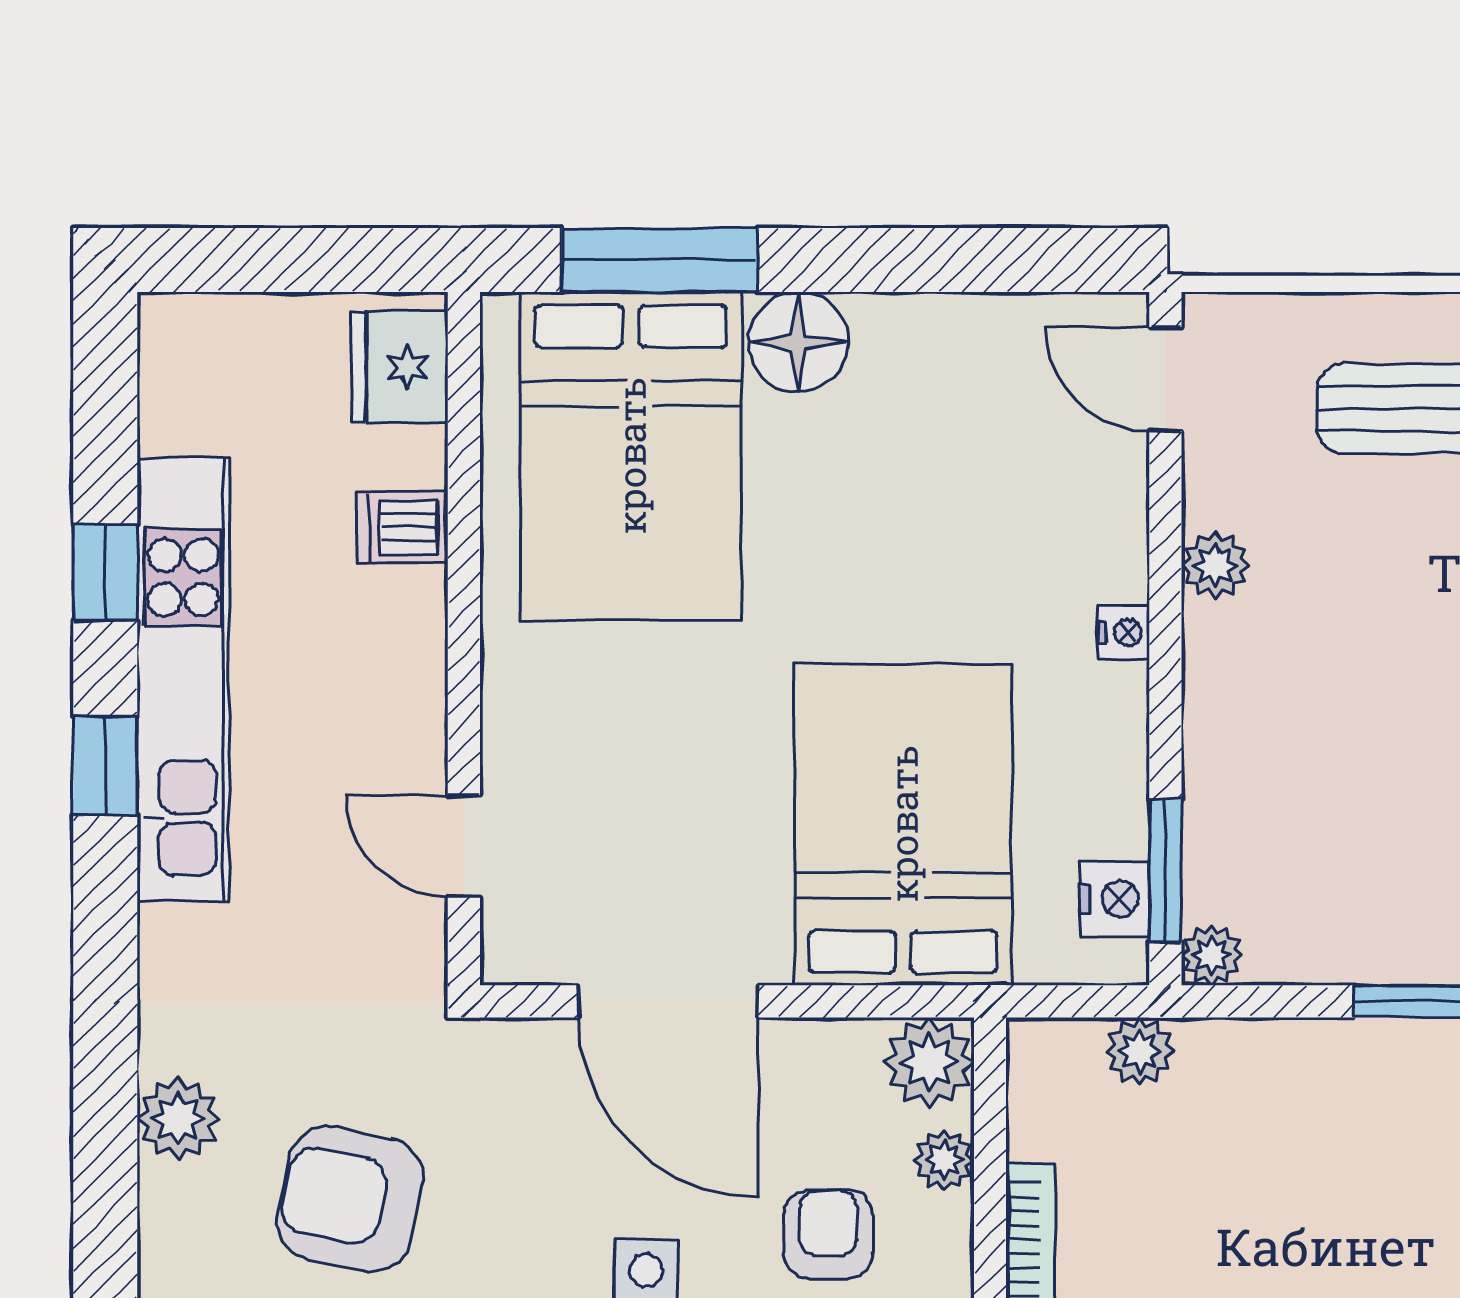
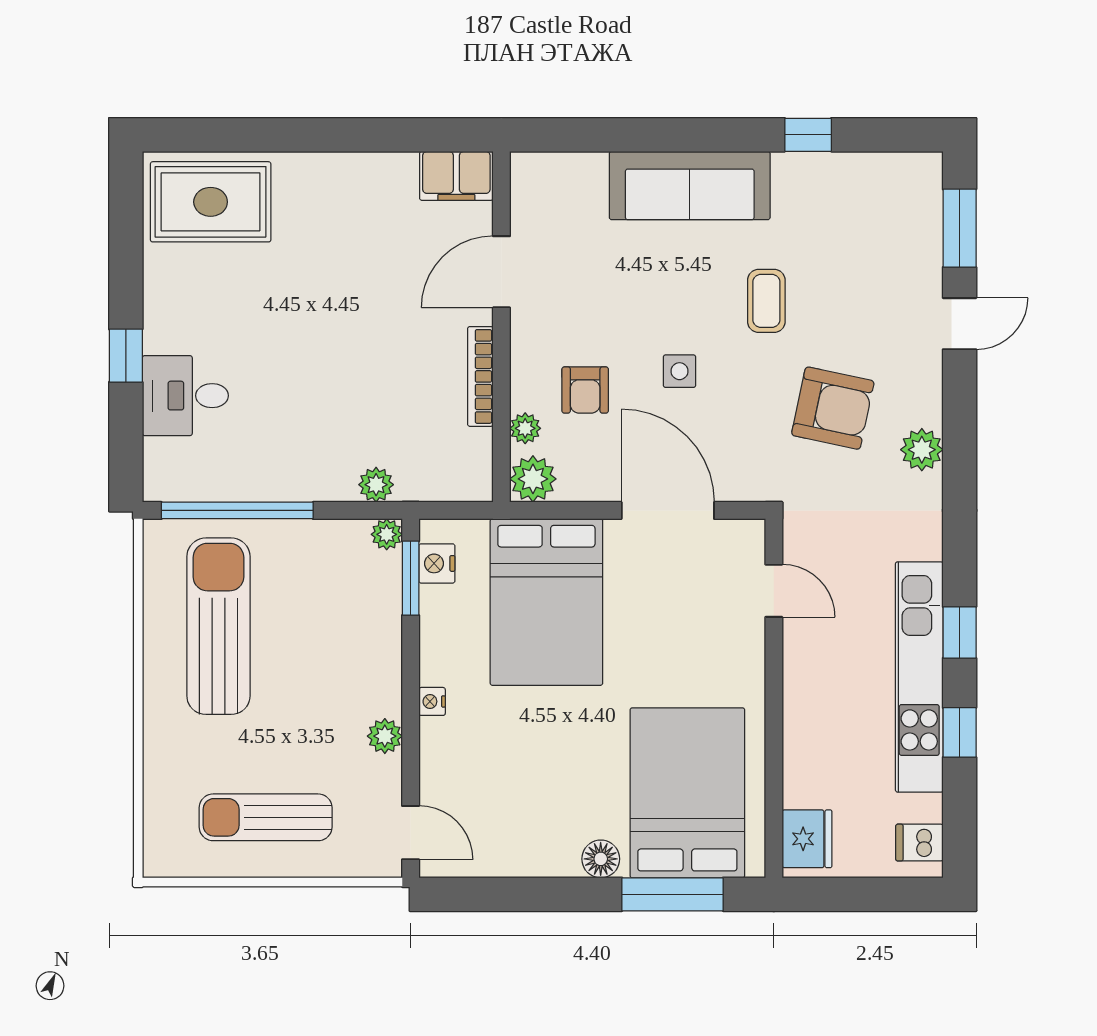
floor lamp: (798, 342) -> (601, 859), width x0.73, depth x0.73
dishwasher: (402, 528) -> (919, 843), moved, turned 180
plant: (1140, 1051) -> (376, 485), moved

